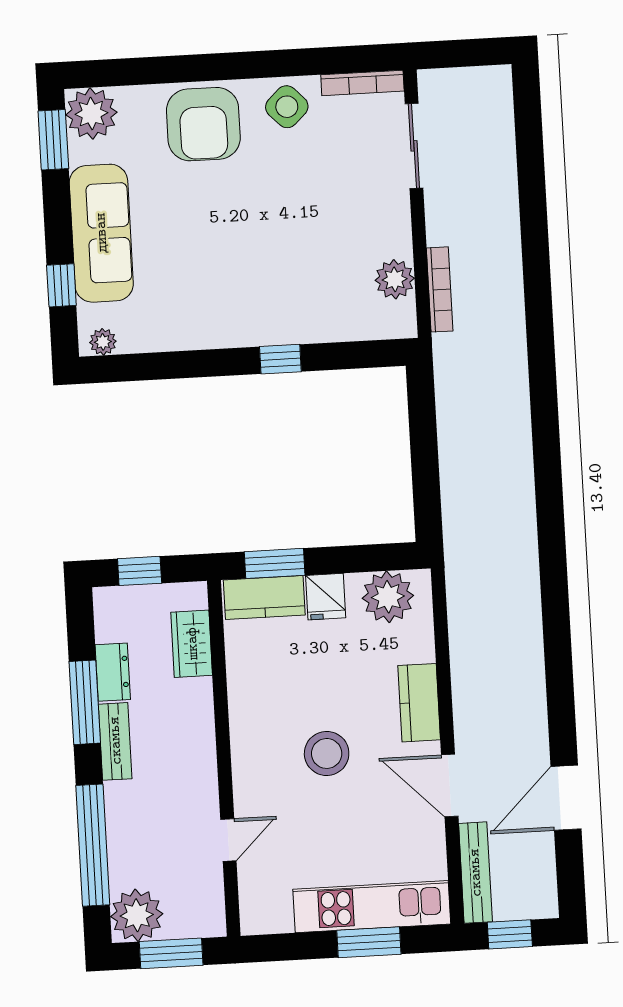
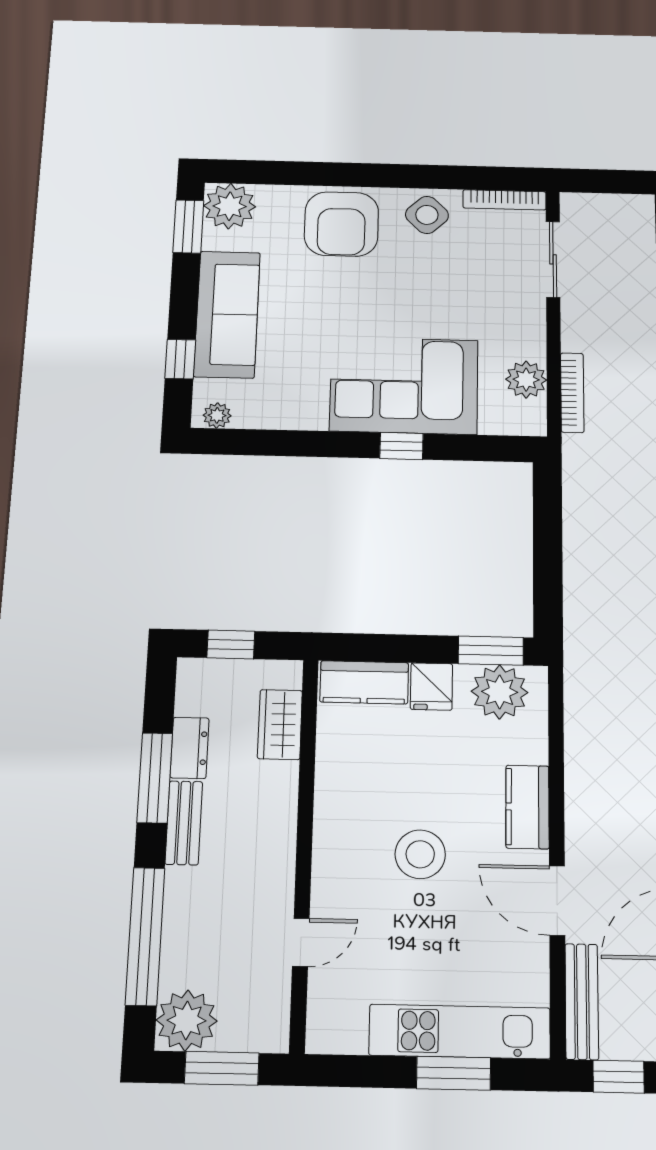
corner sofa: (278, 295) -> (404, 385), added
window: (275, 563) -> (491, 651), moved

